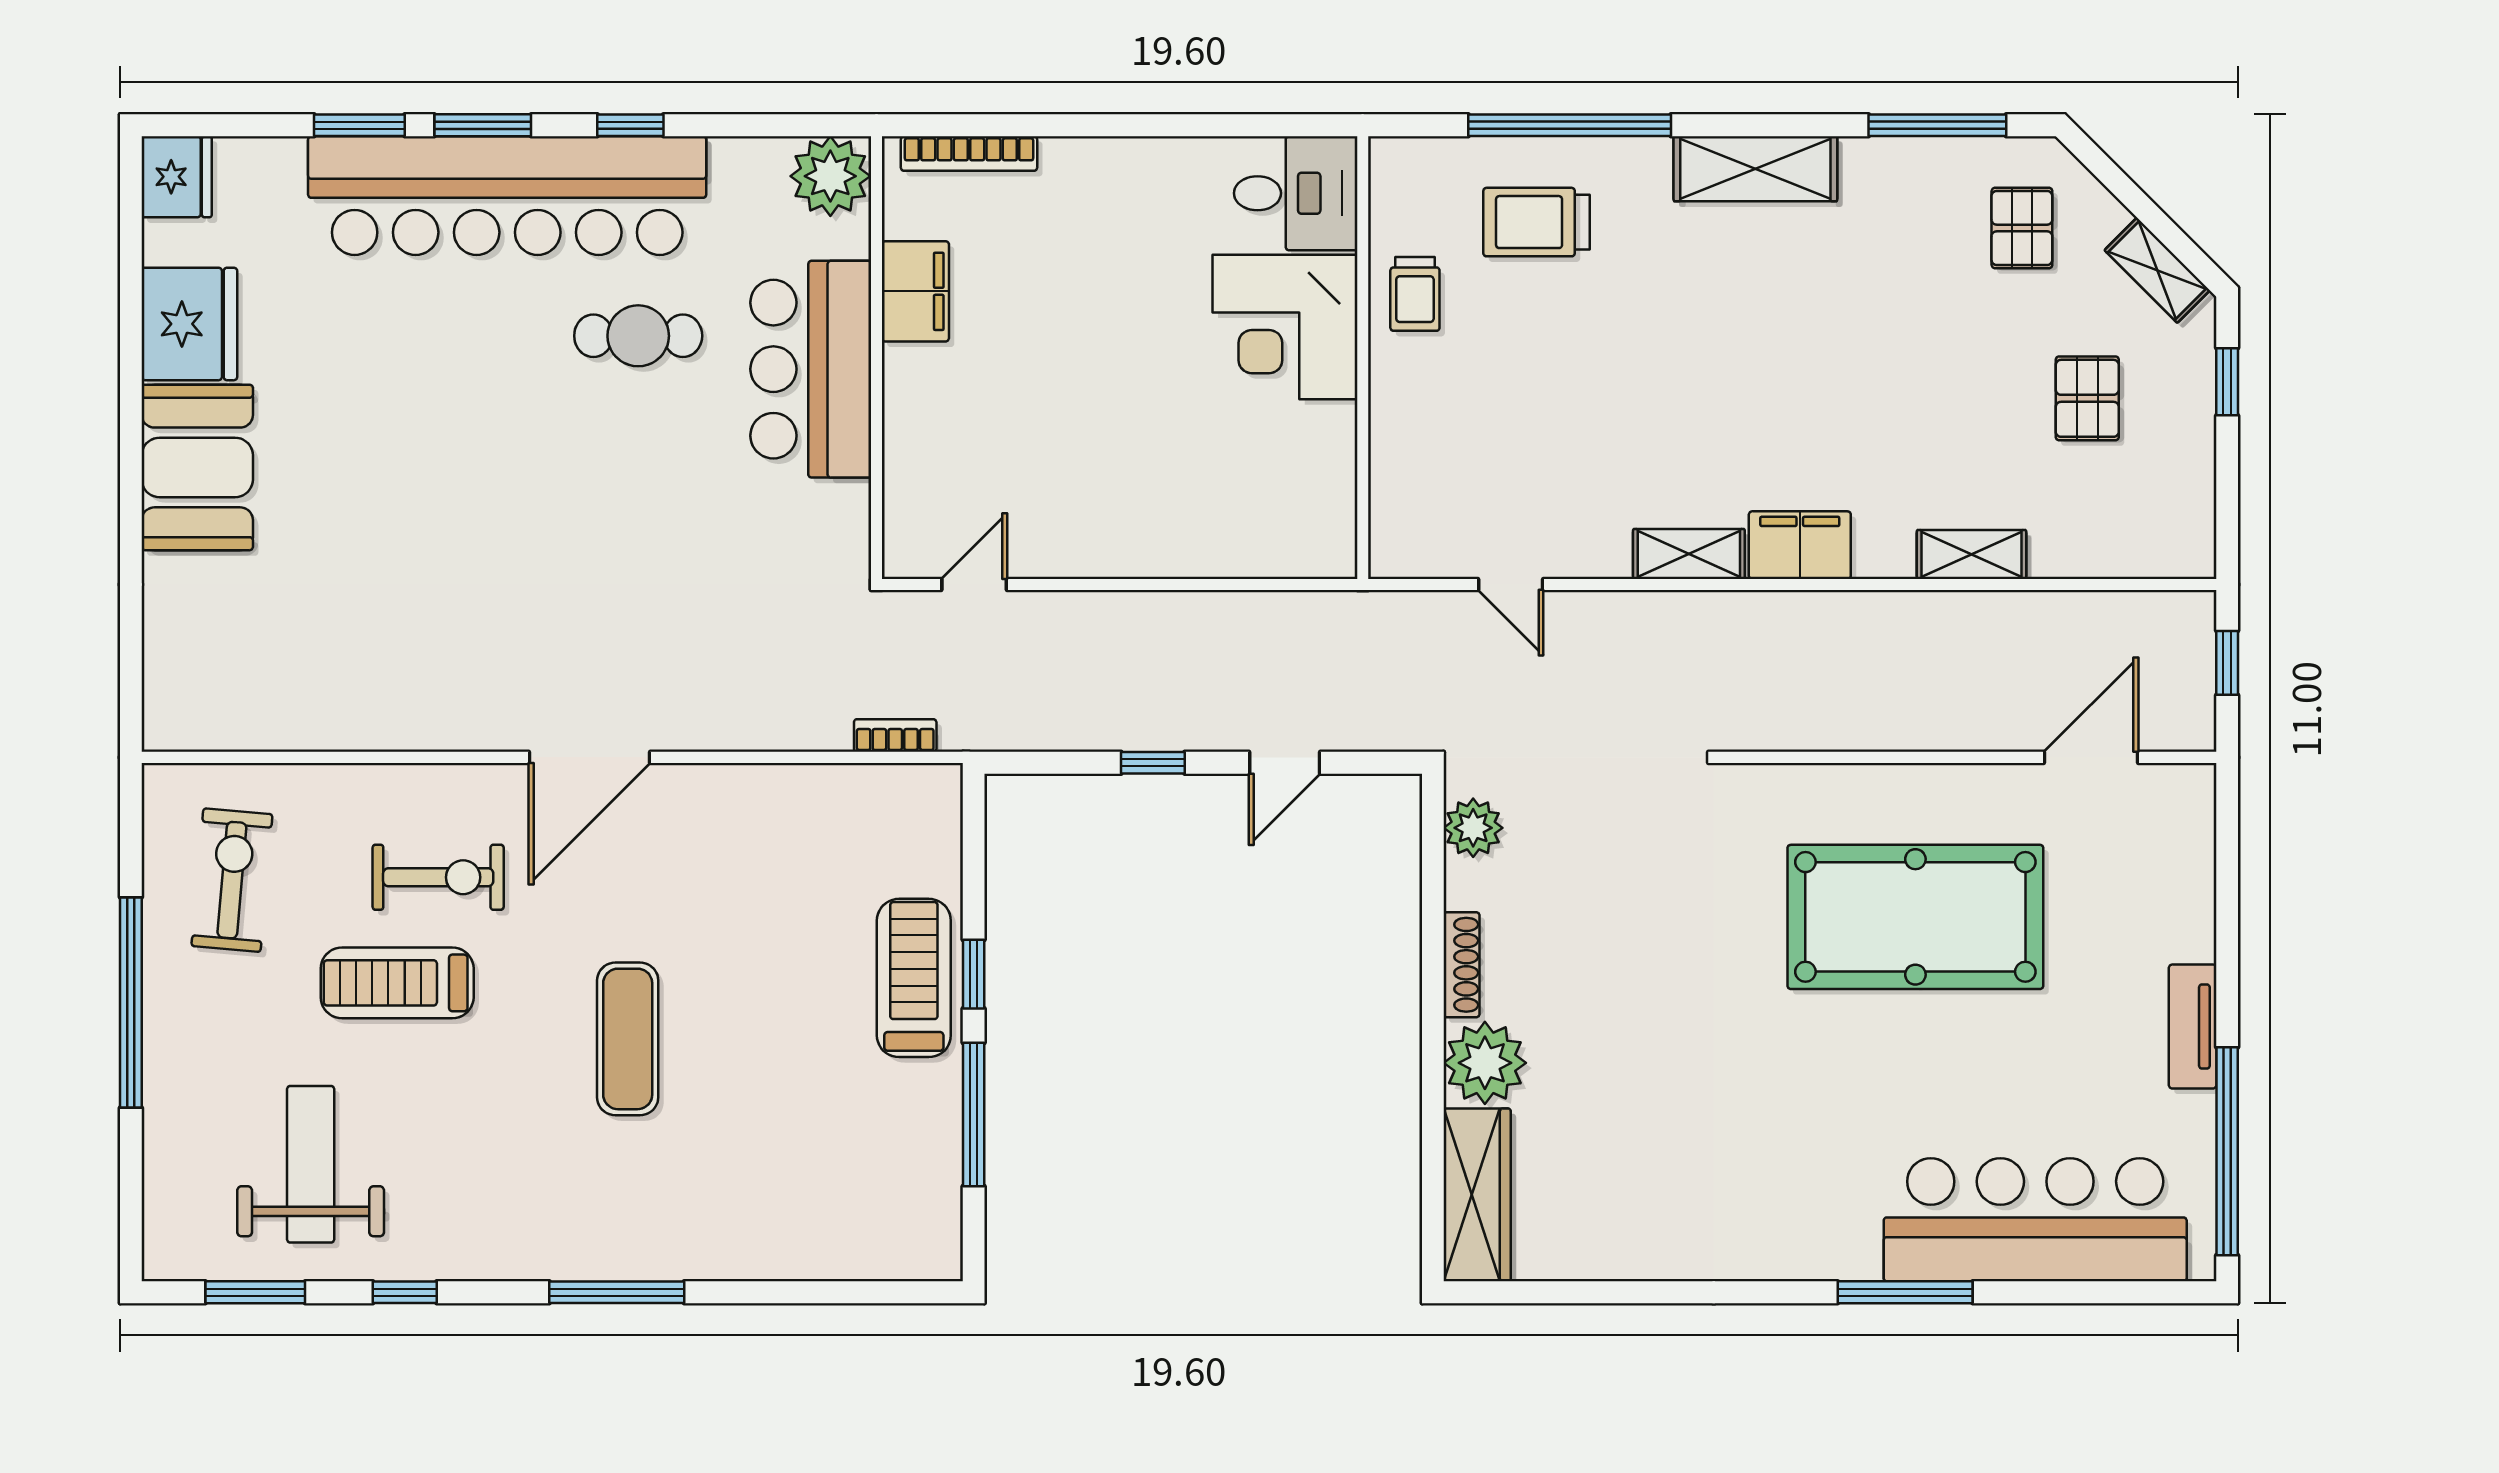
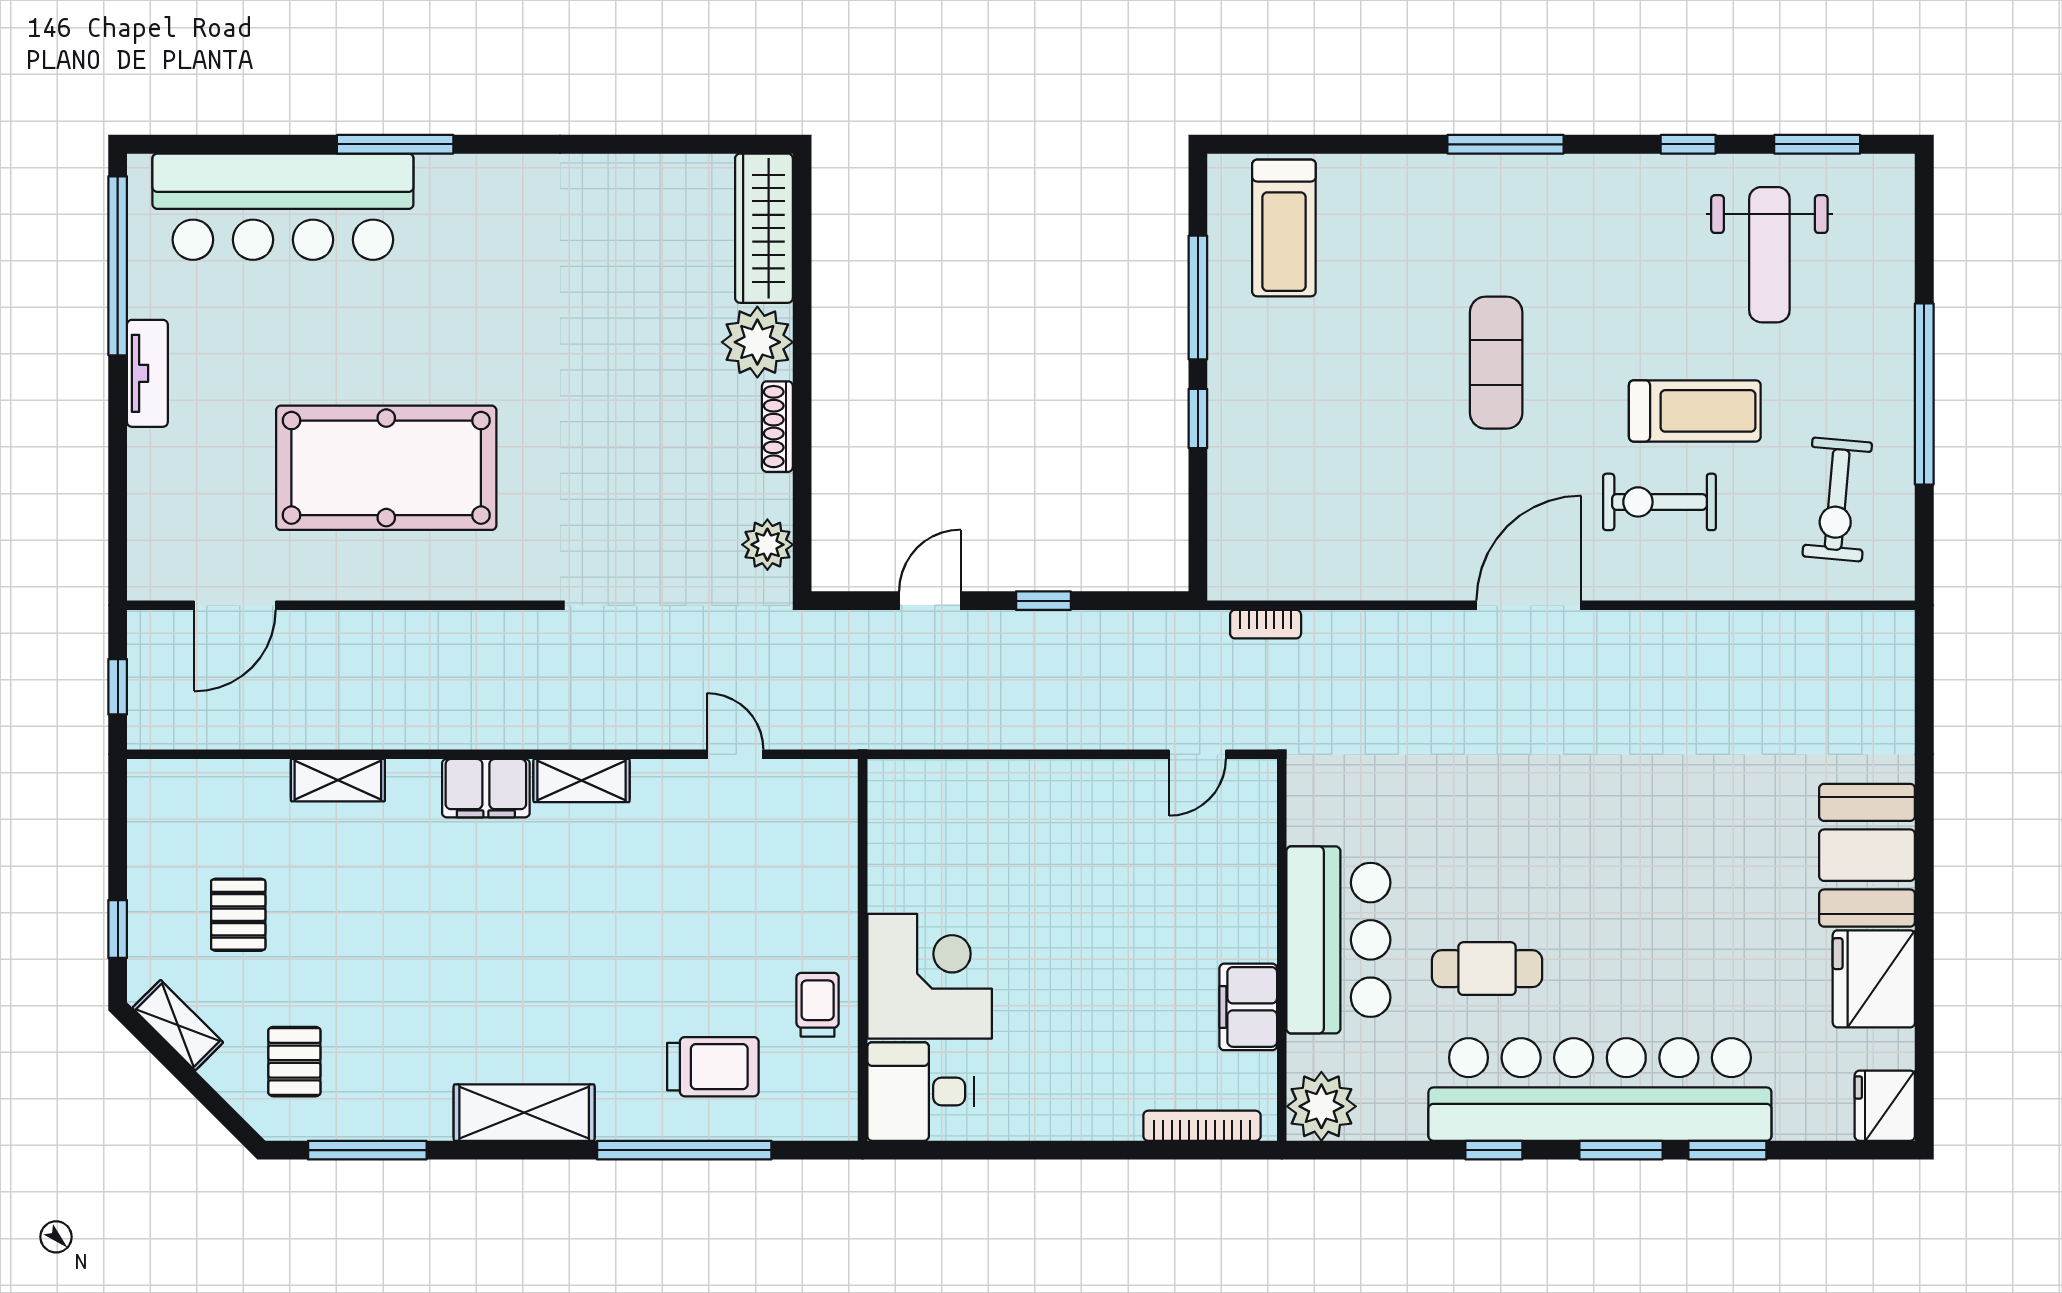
treadmill: (914, 978) -> (1284, 228), moved

